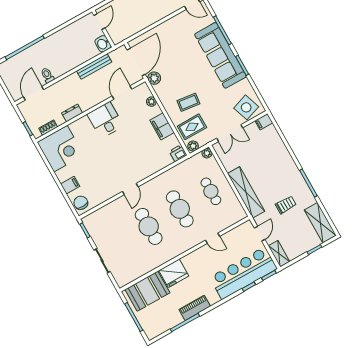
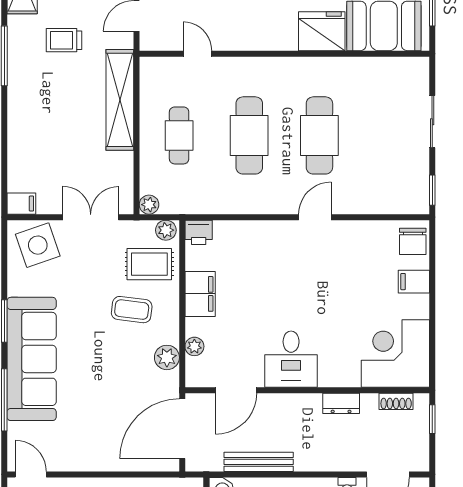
plant: (154, 78) -> (167, 357), moved
door: (213, 238) -> (197, 54), moved

